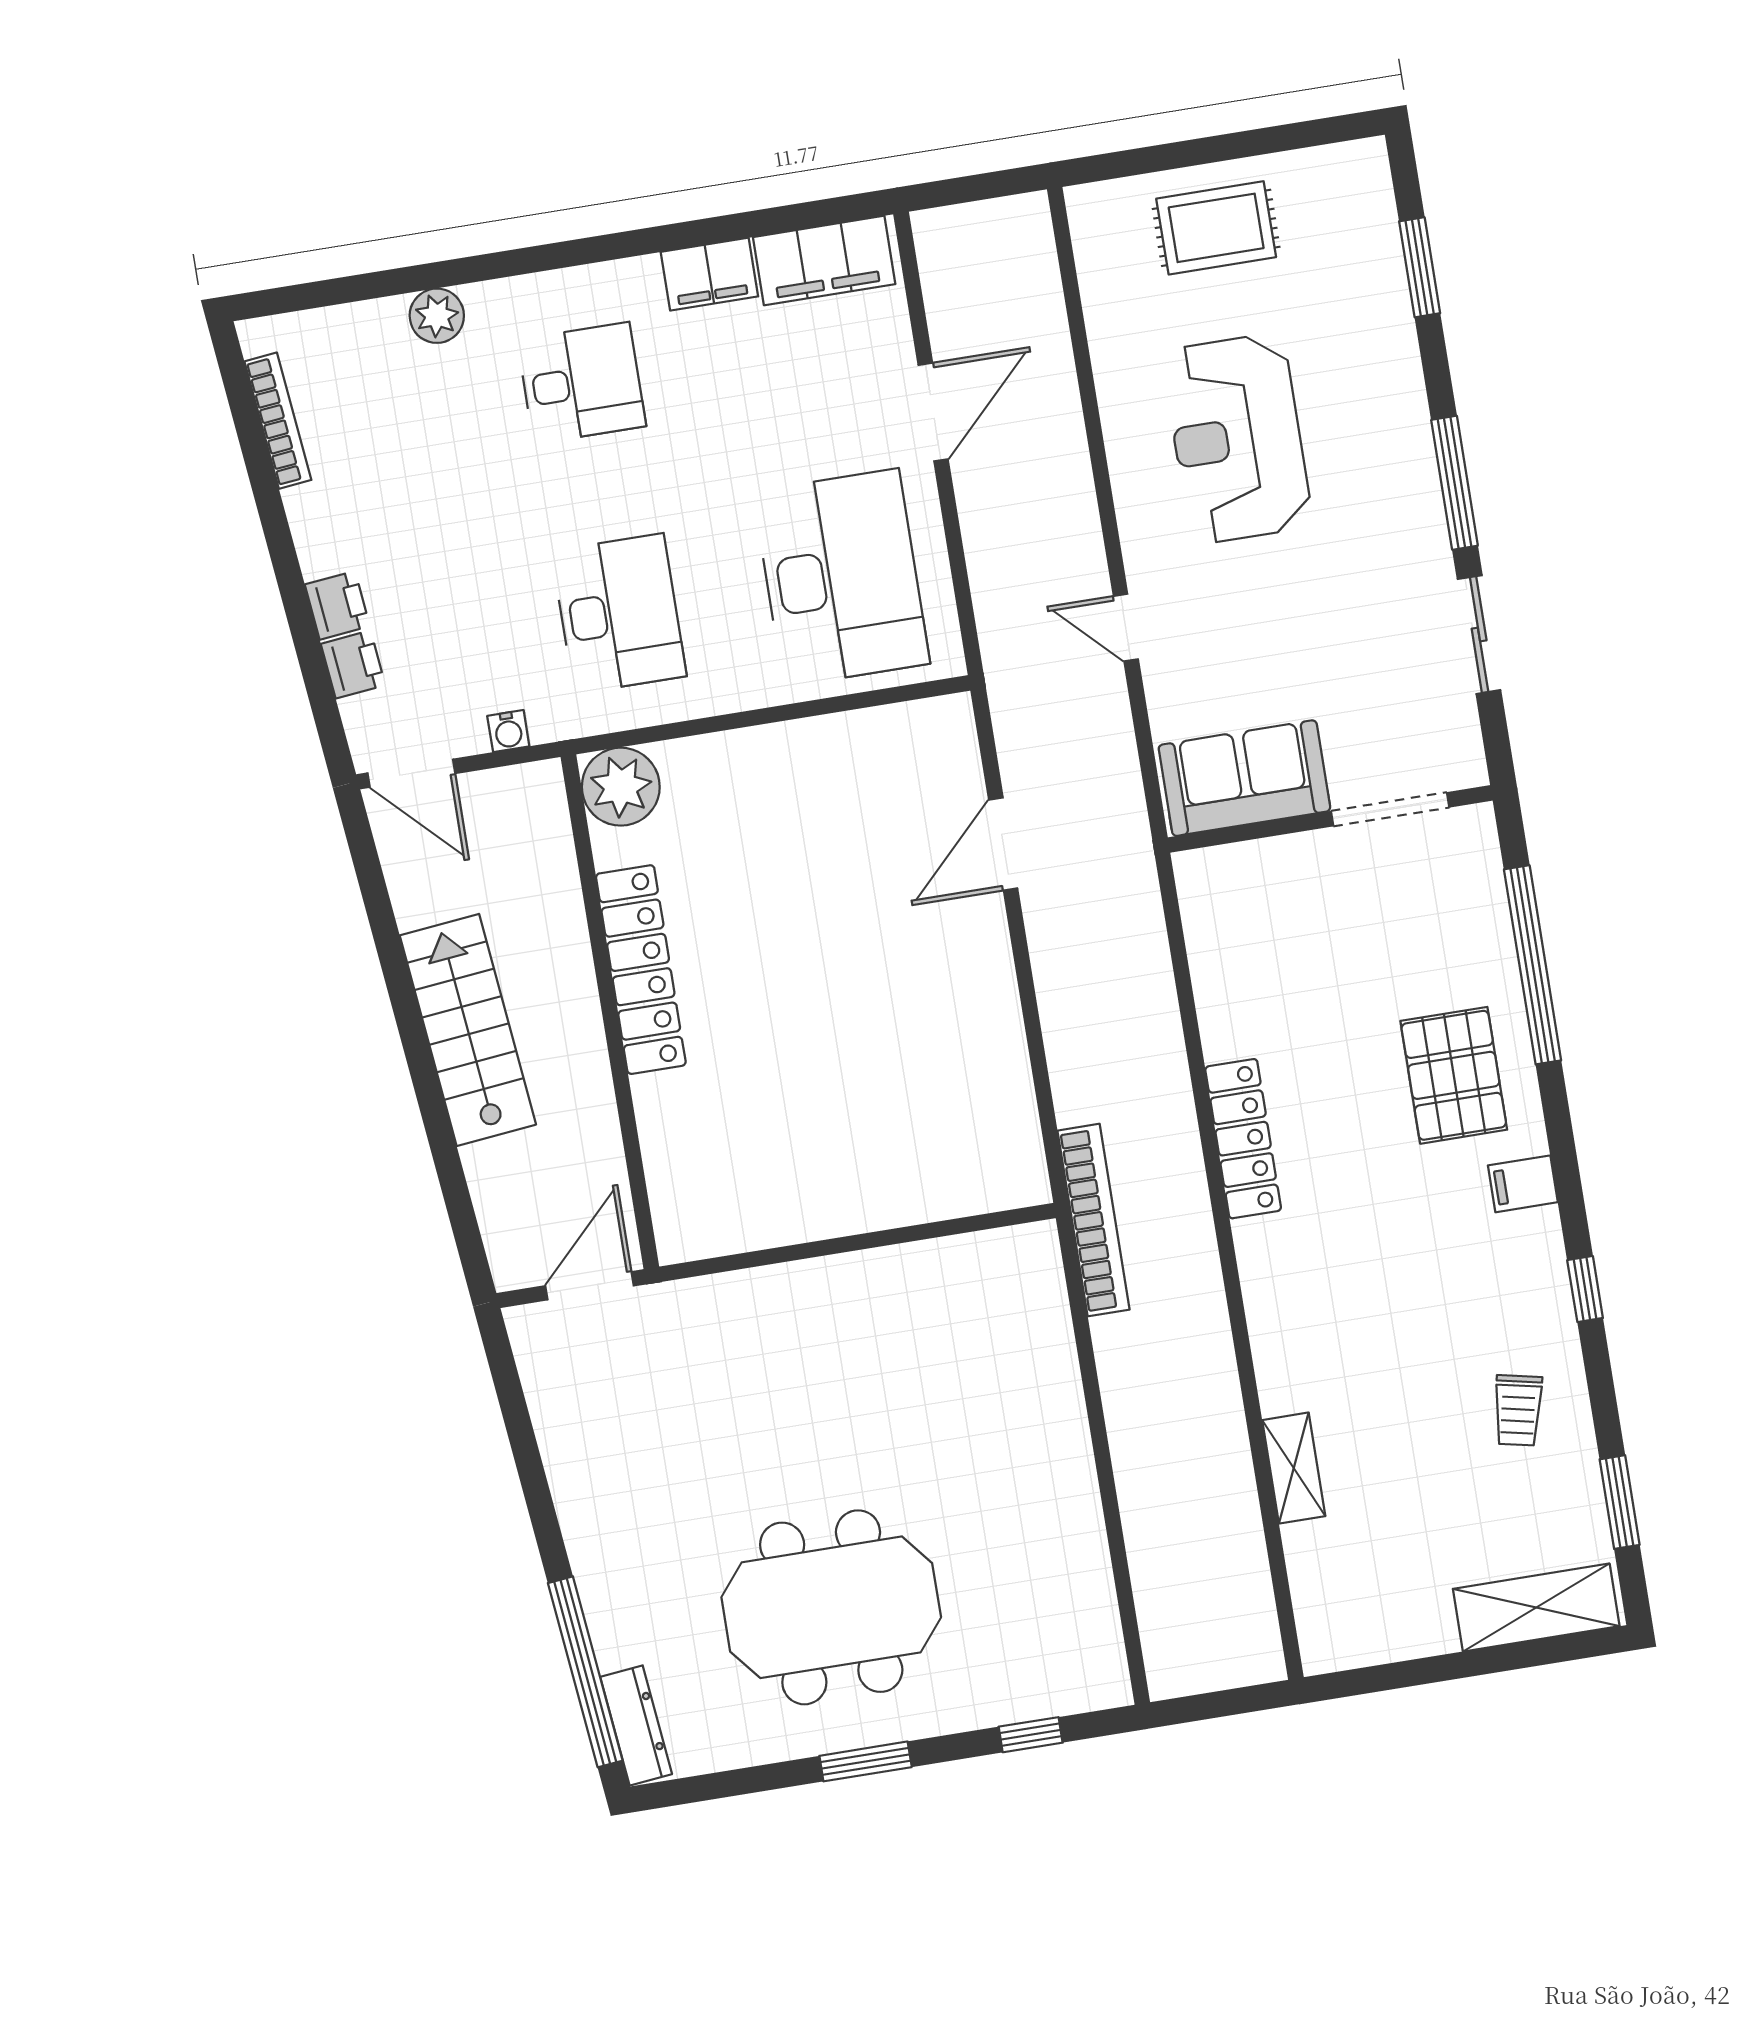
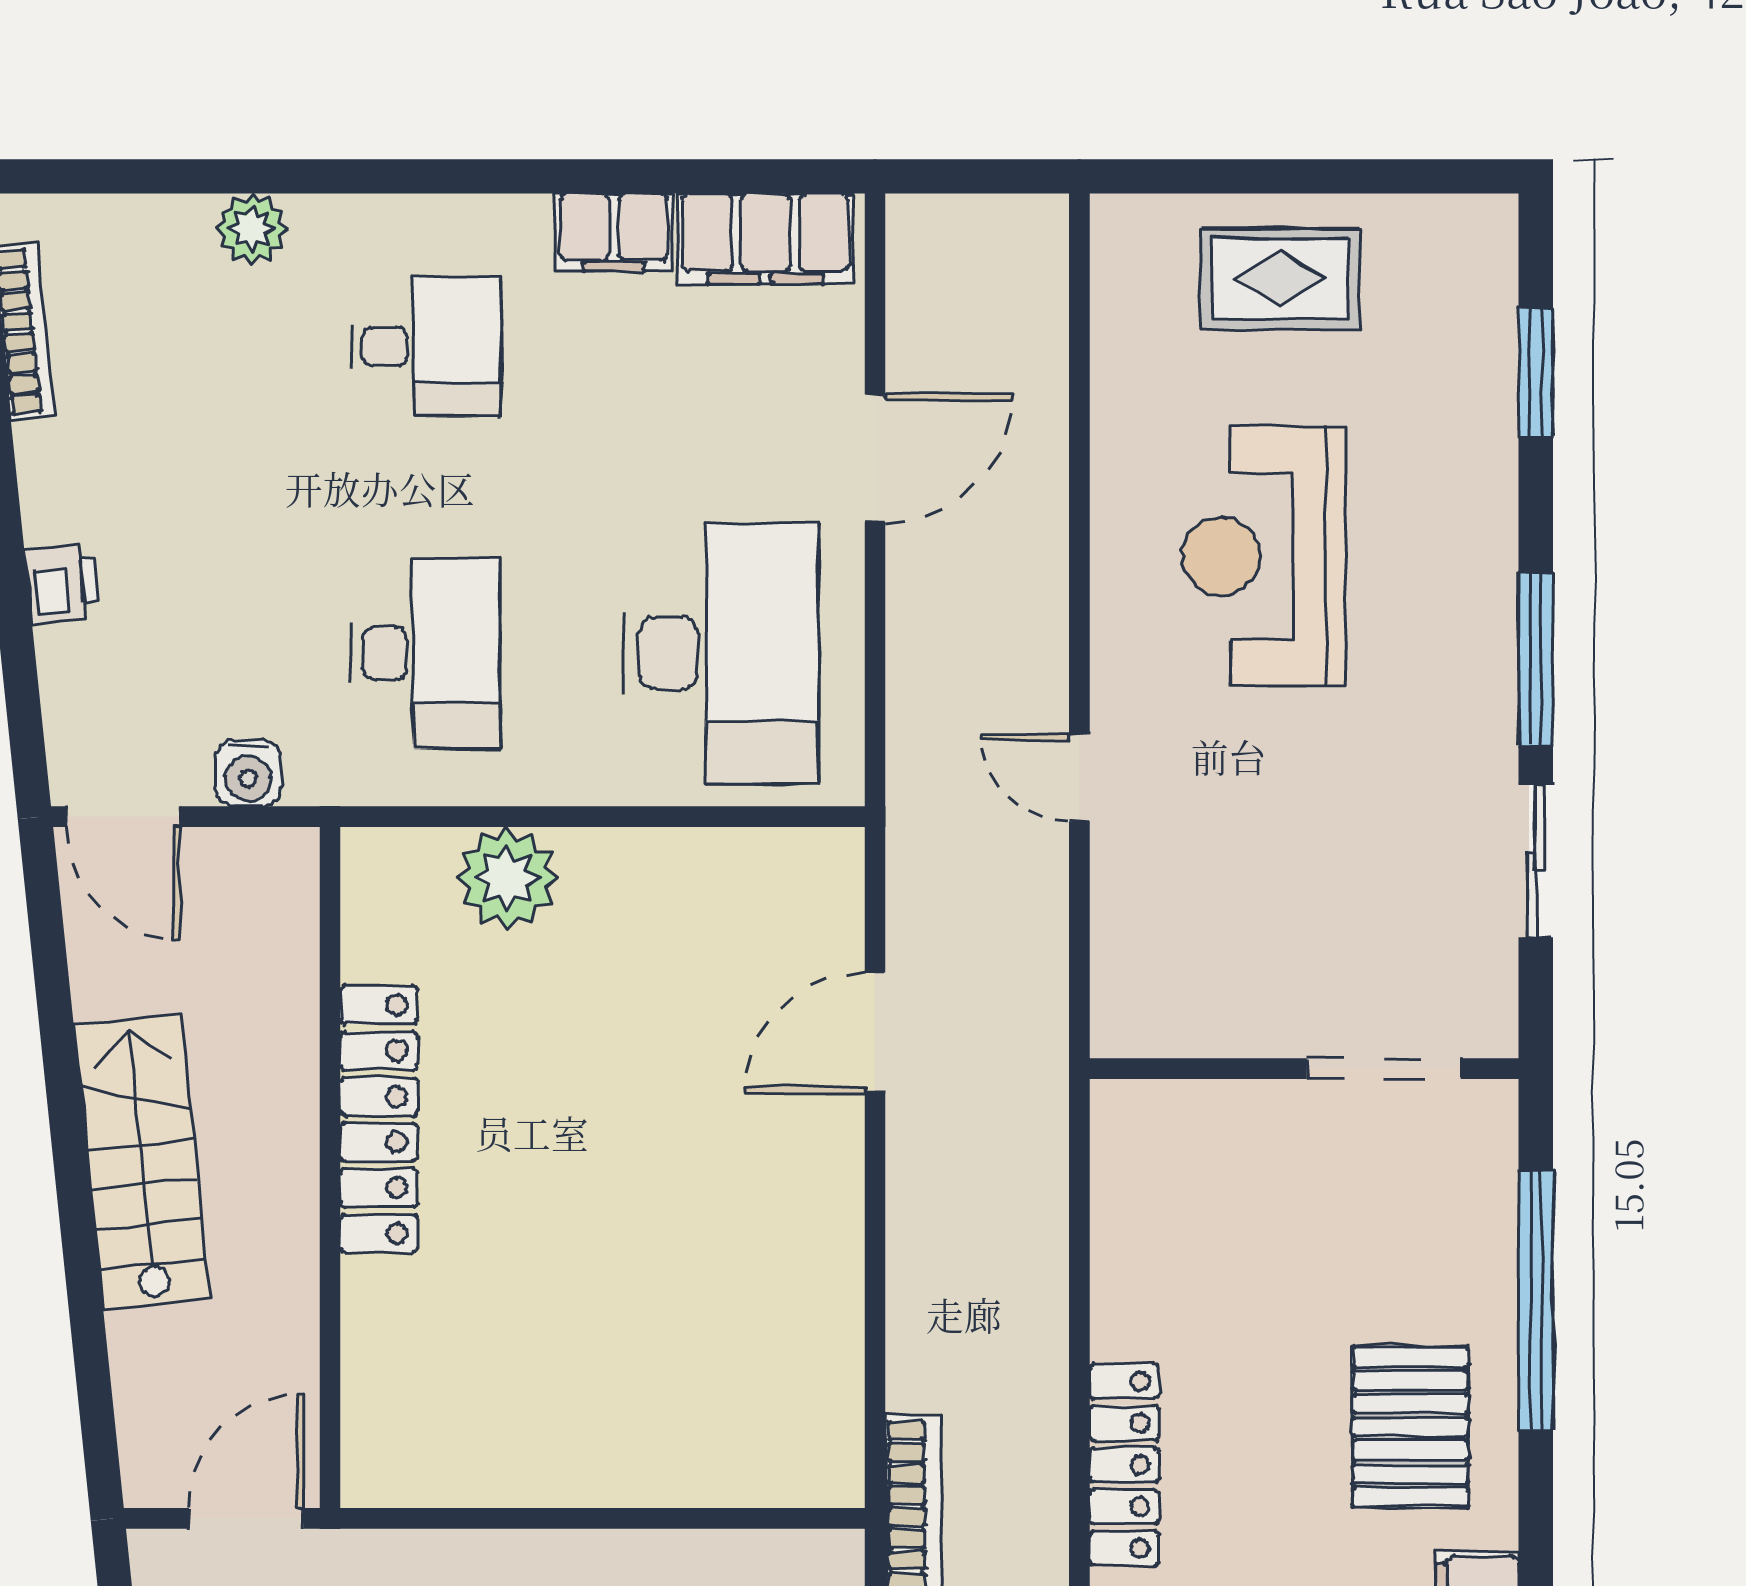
printer: (353, 665) -> (70, 663), removed
water cooler: (508, 731) -> (248, 773), width x1.38, depth x1.38
sofa: (1244, 778) -> (1201, 998), removed
plant: (621, 787) -> (507, 878), moved

